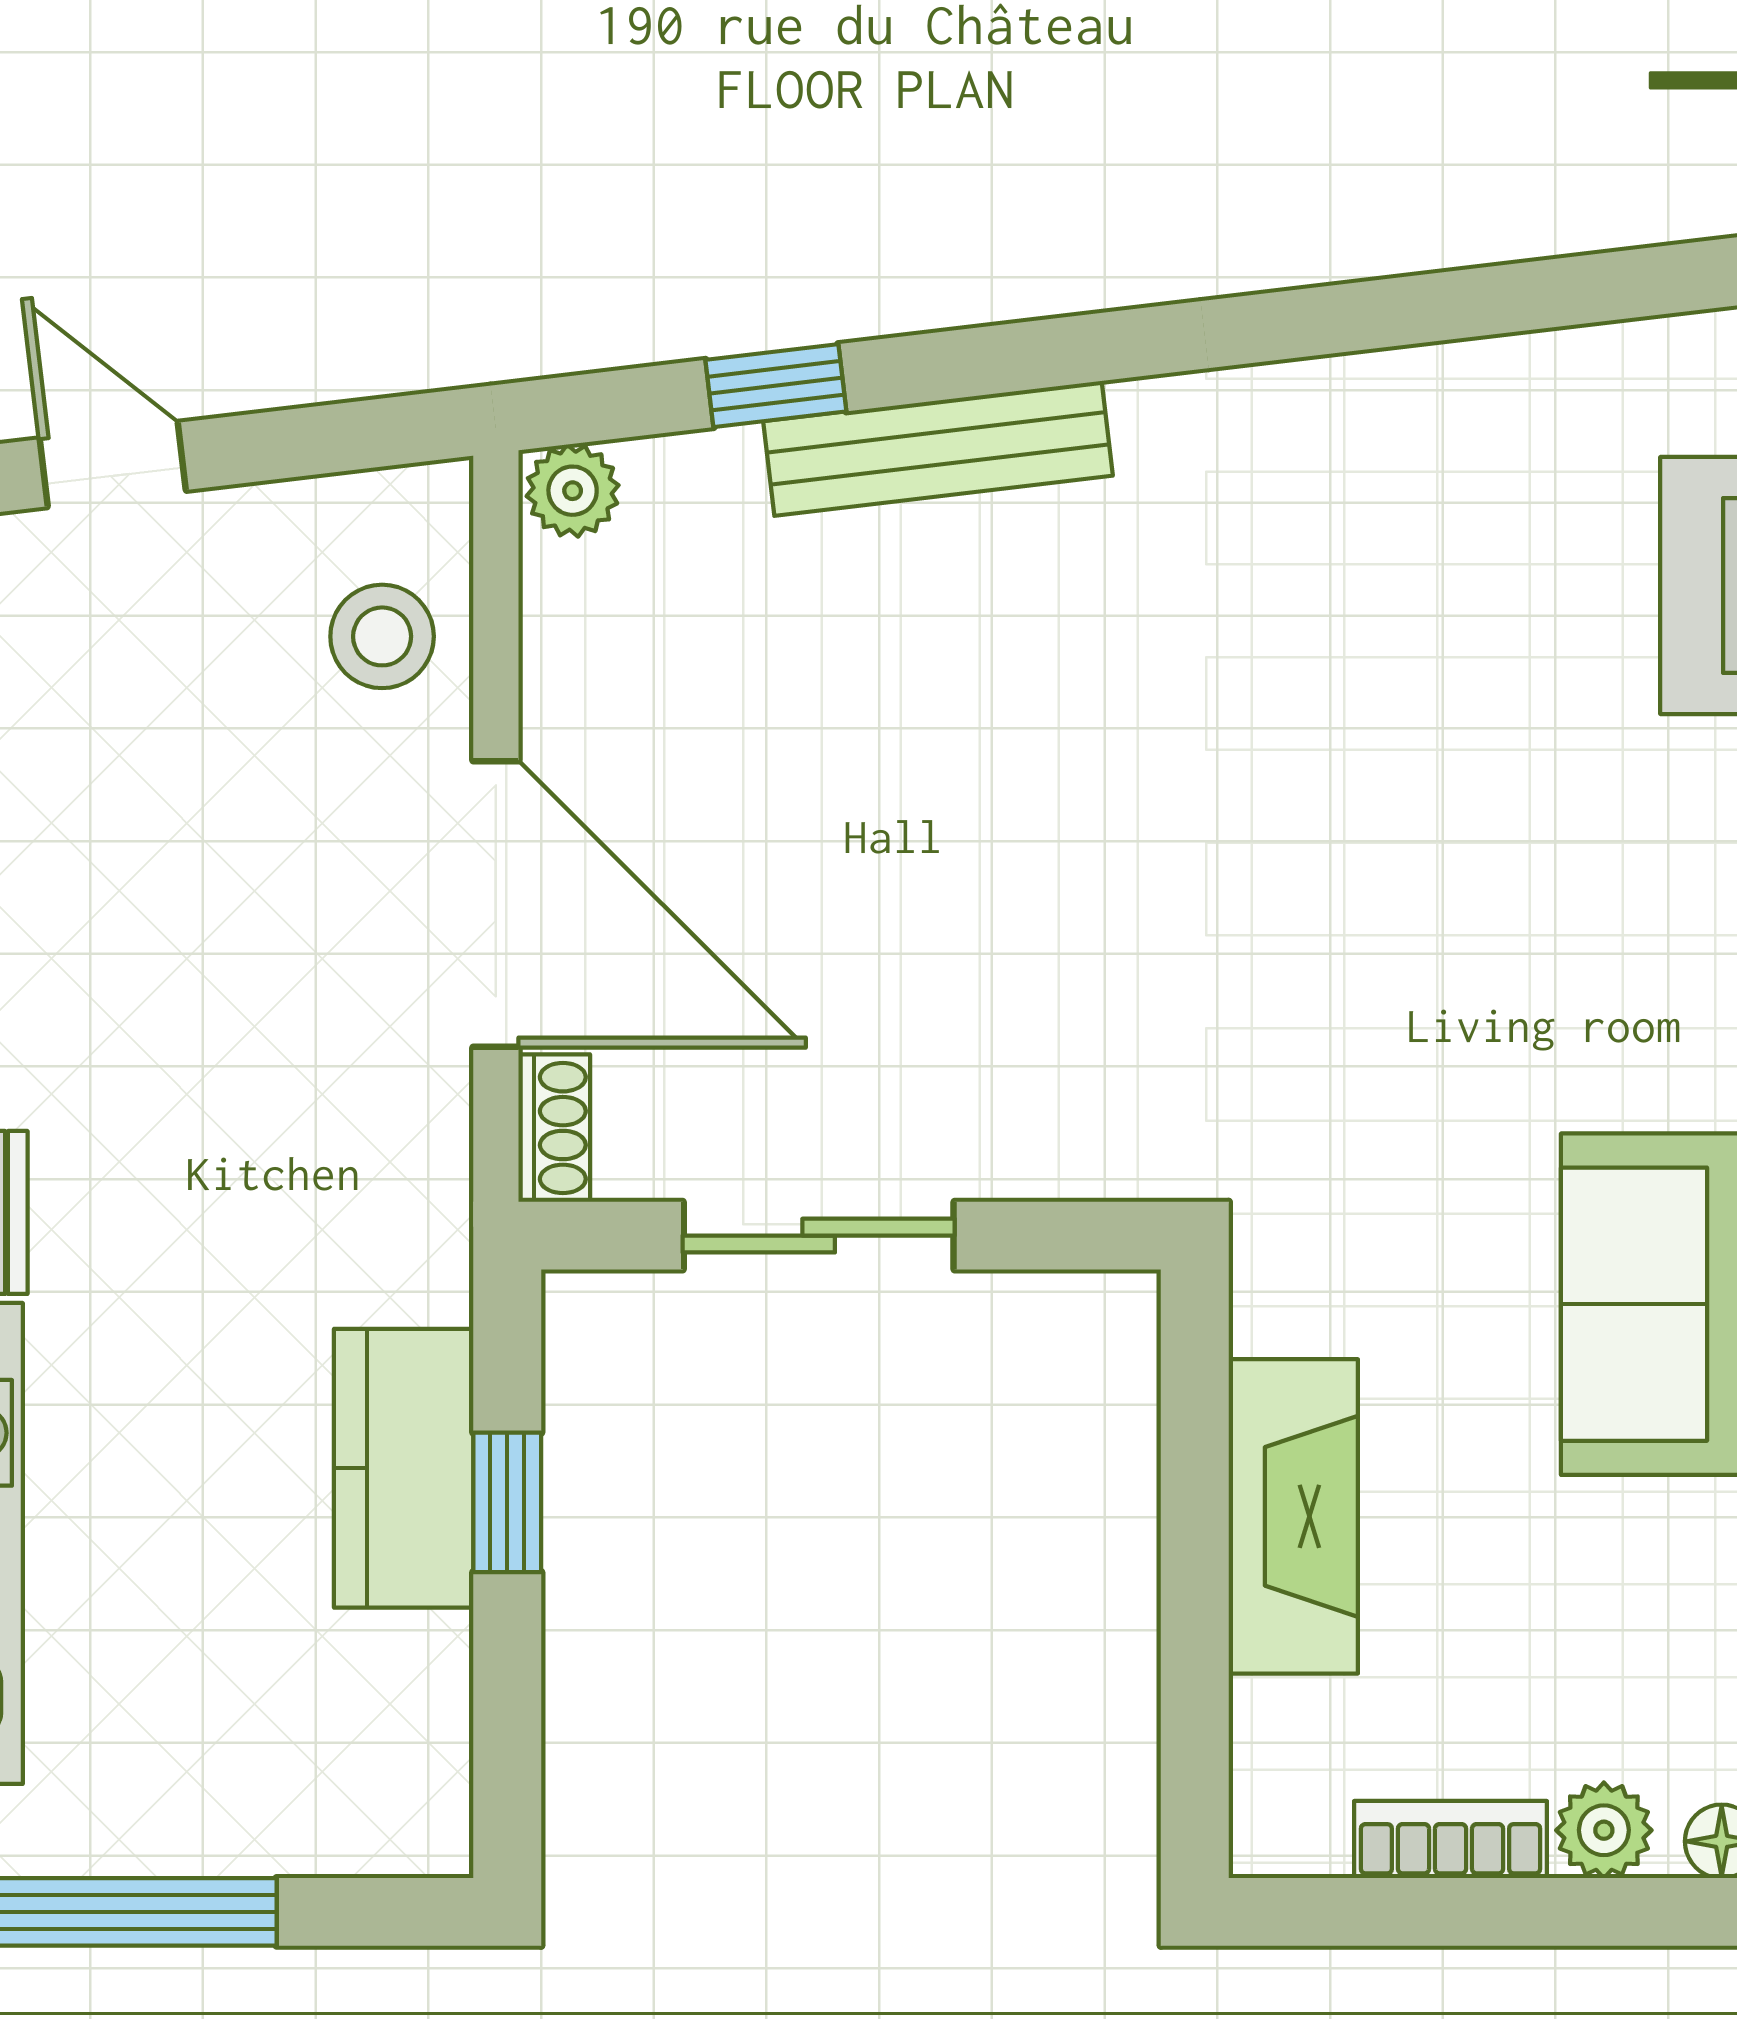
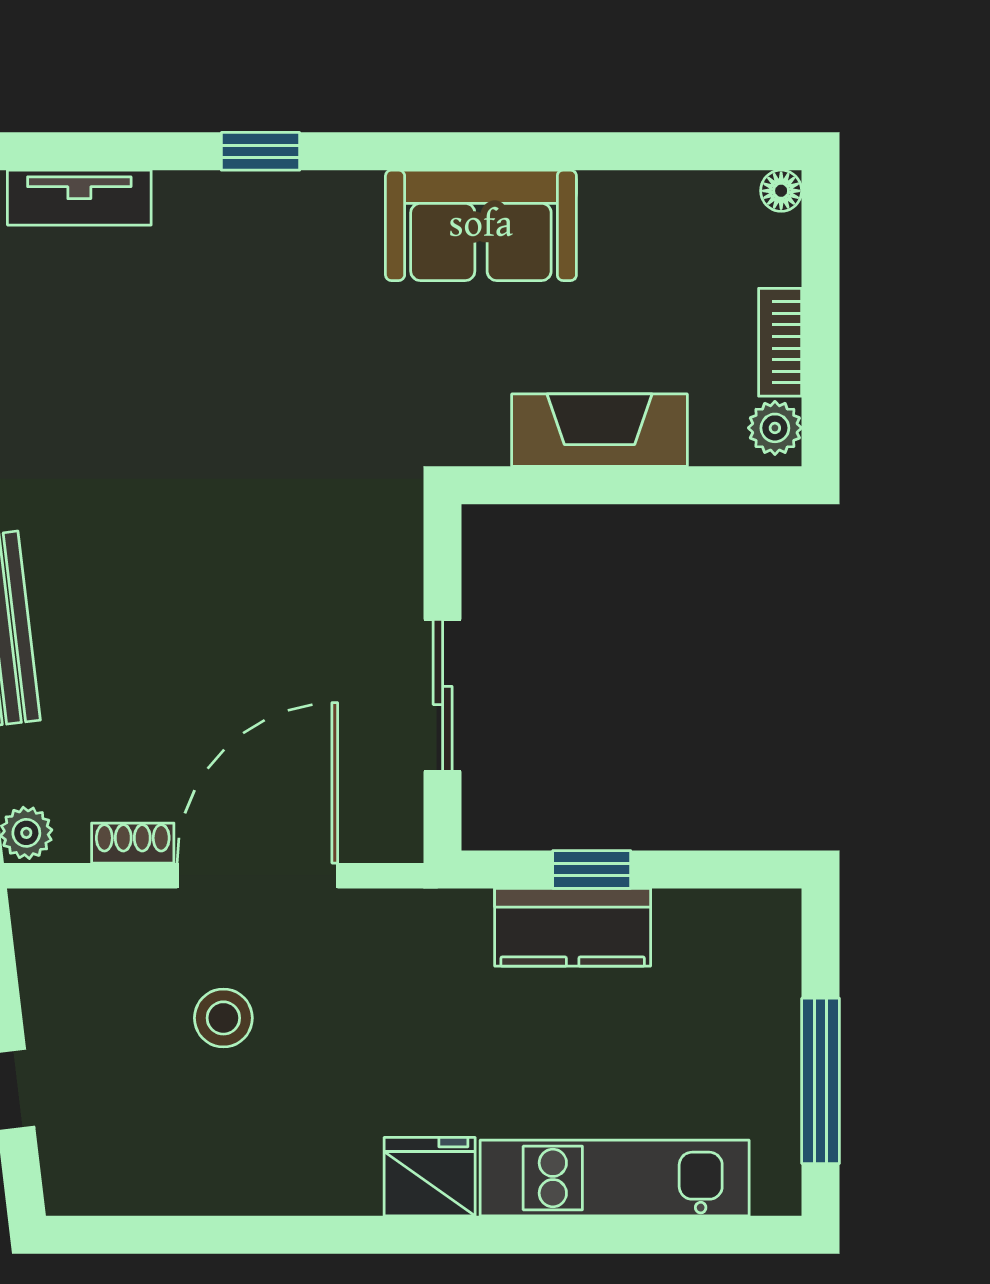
stool: (382, 636) -> (223, 1018), moved
shoe rack: (554, 1128) -> (133, 843), moved
plant: (1604, 1830) -> (775, 428), moved

